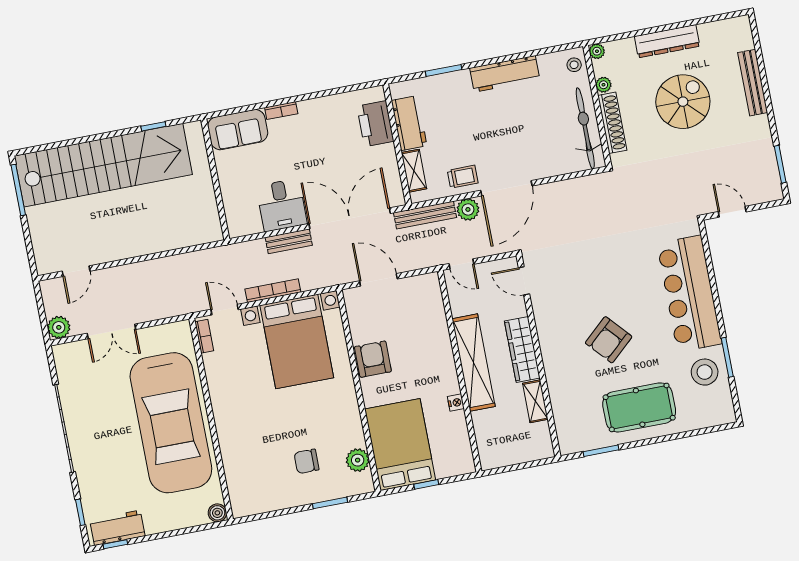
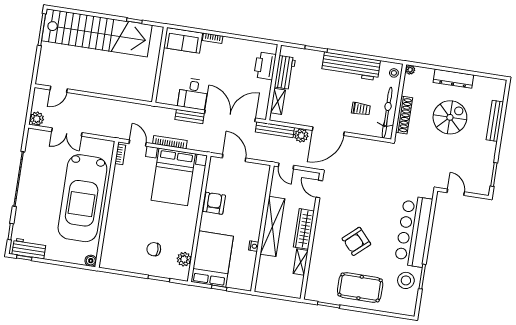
workbench: (505, 74) -> (351, 66), width x1.36, depth x1.32
plant: (603, 85) -> (407, 91), removed
trolley: (463, 177) -> (361, 109), moved

